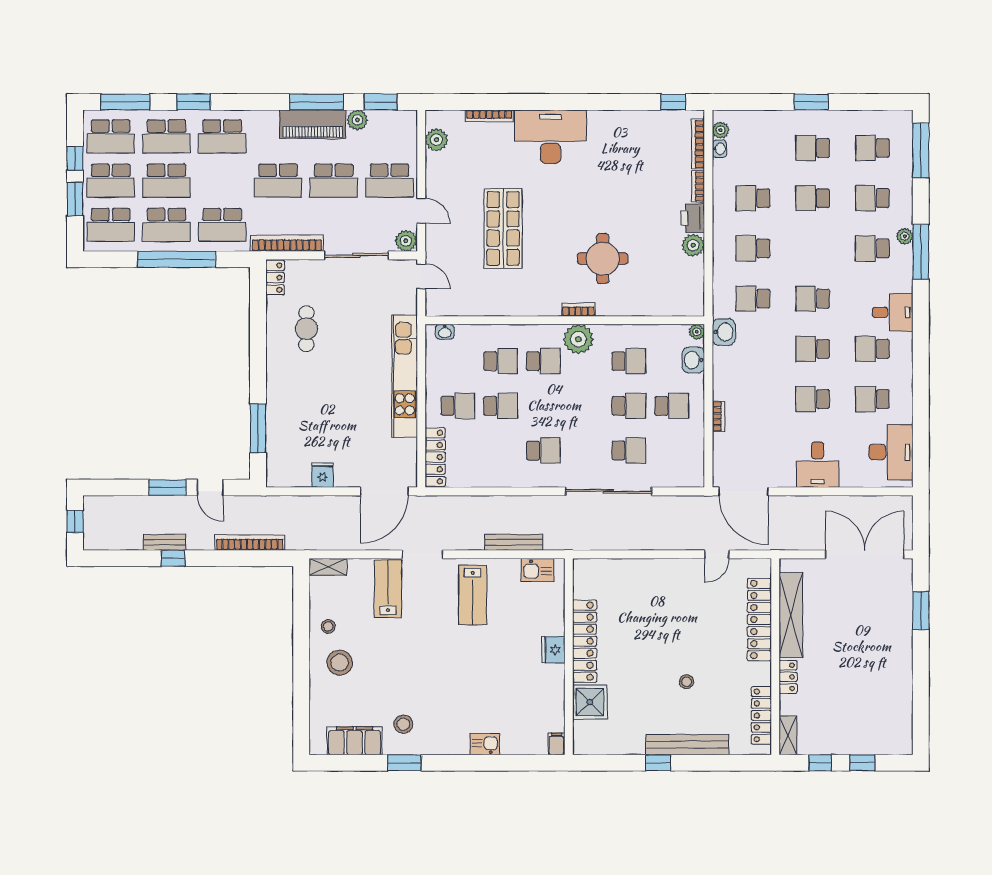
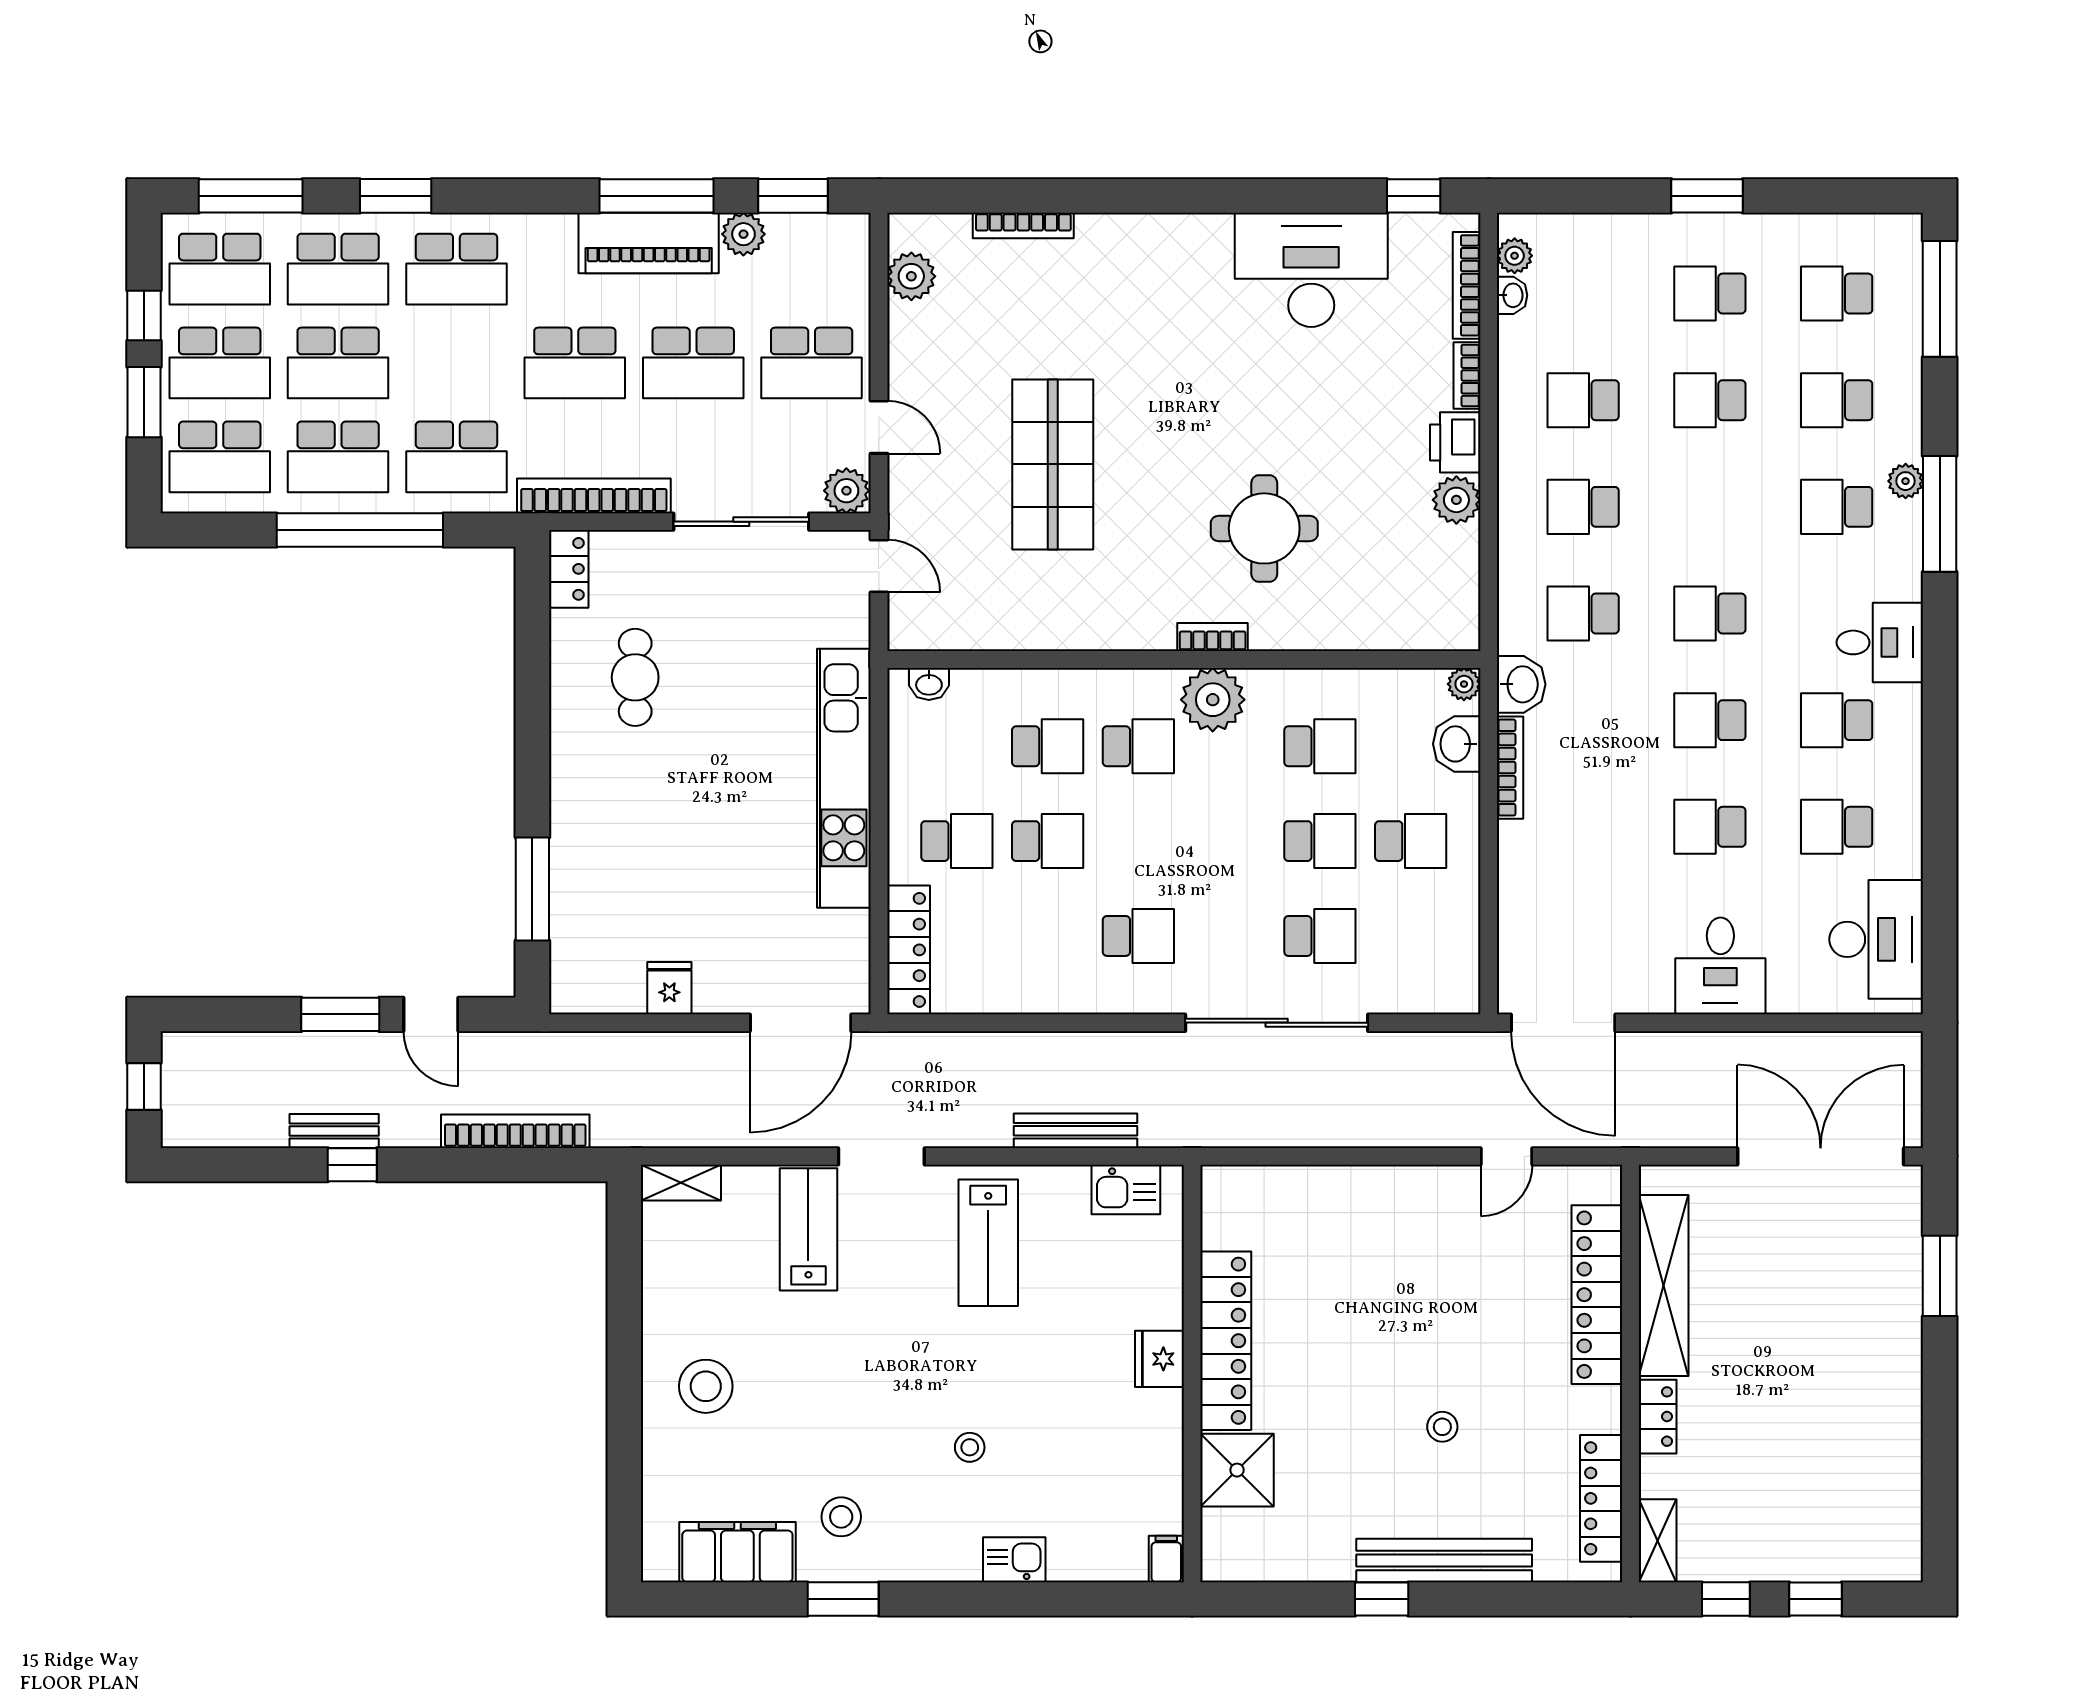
desk: (551, 137) -> (1311, 270), moved
bookcase: (718, 416) -> (1510, 768), moved, width x1.56
stool: (328, 626) -> (970, 1447), moved

